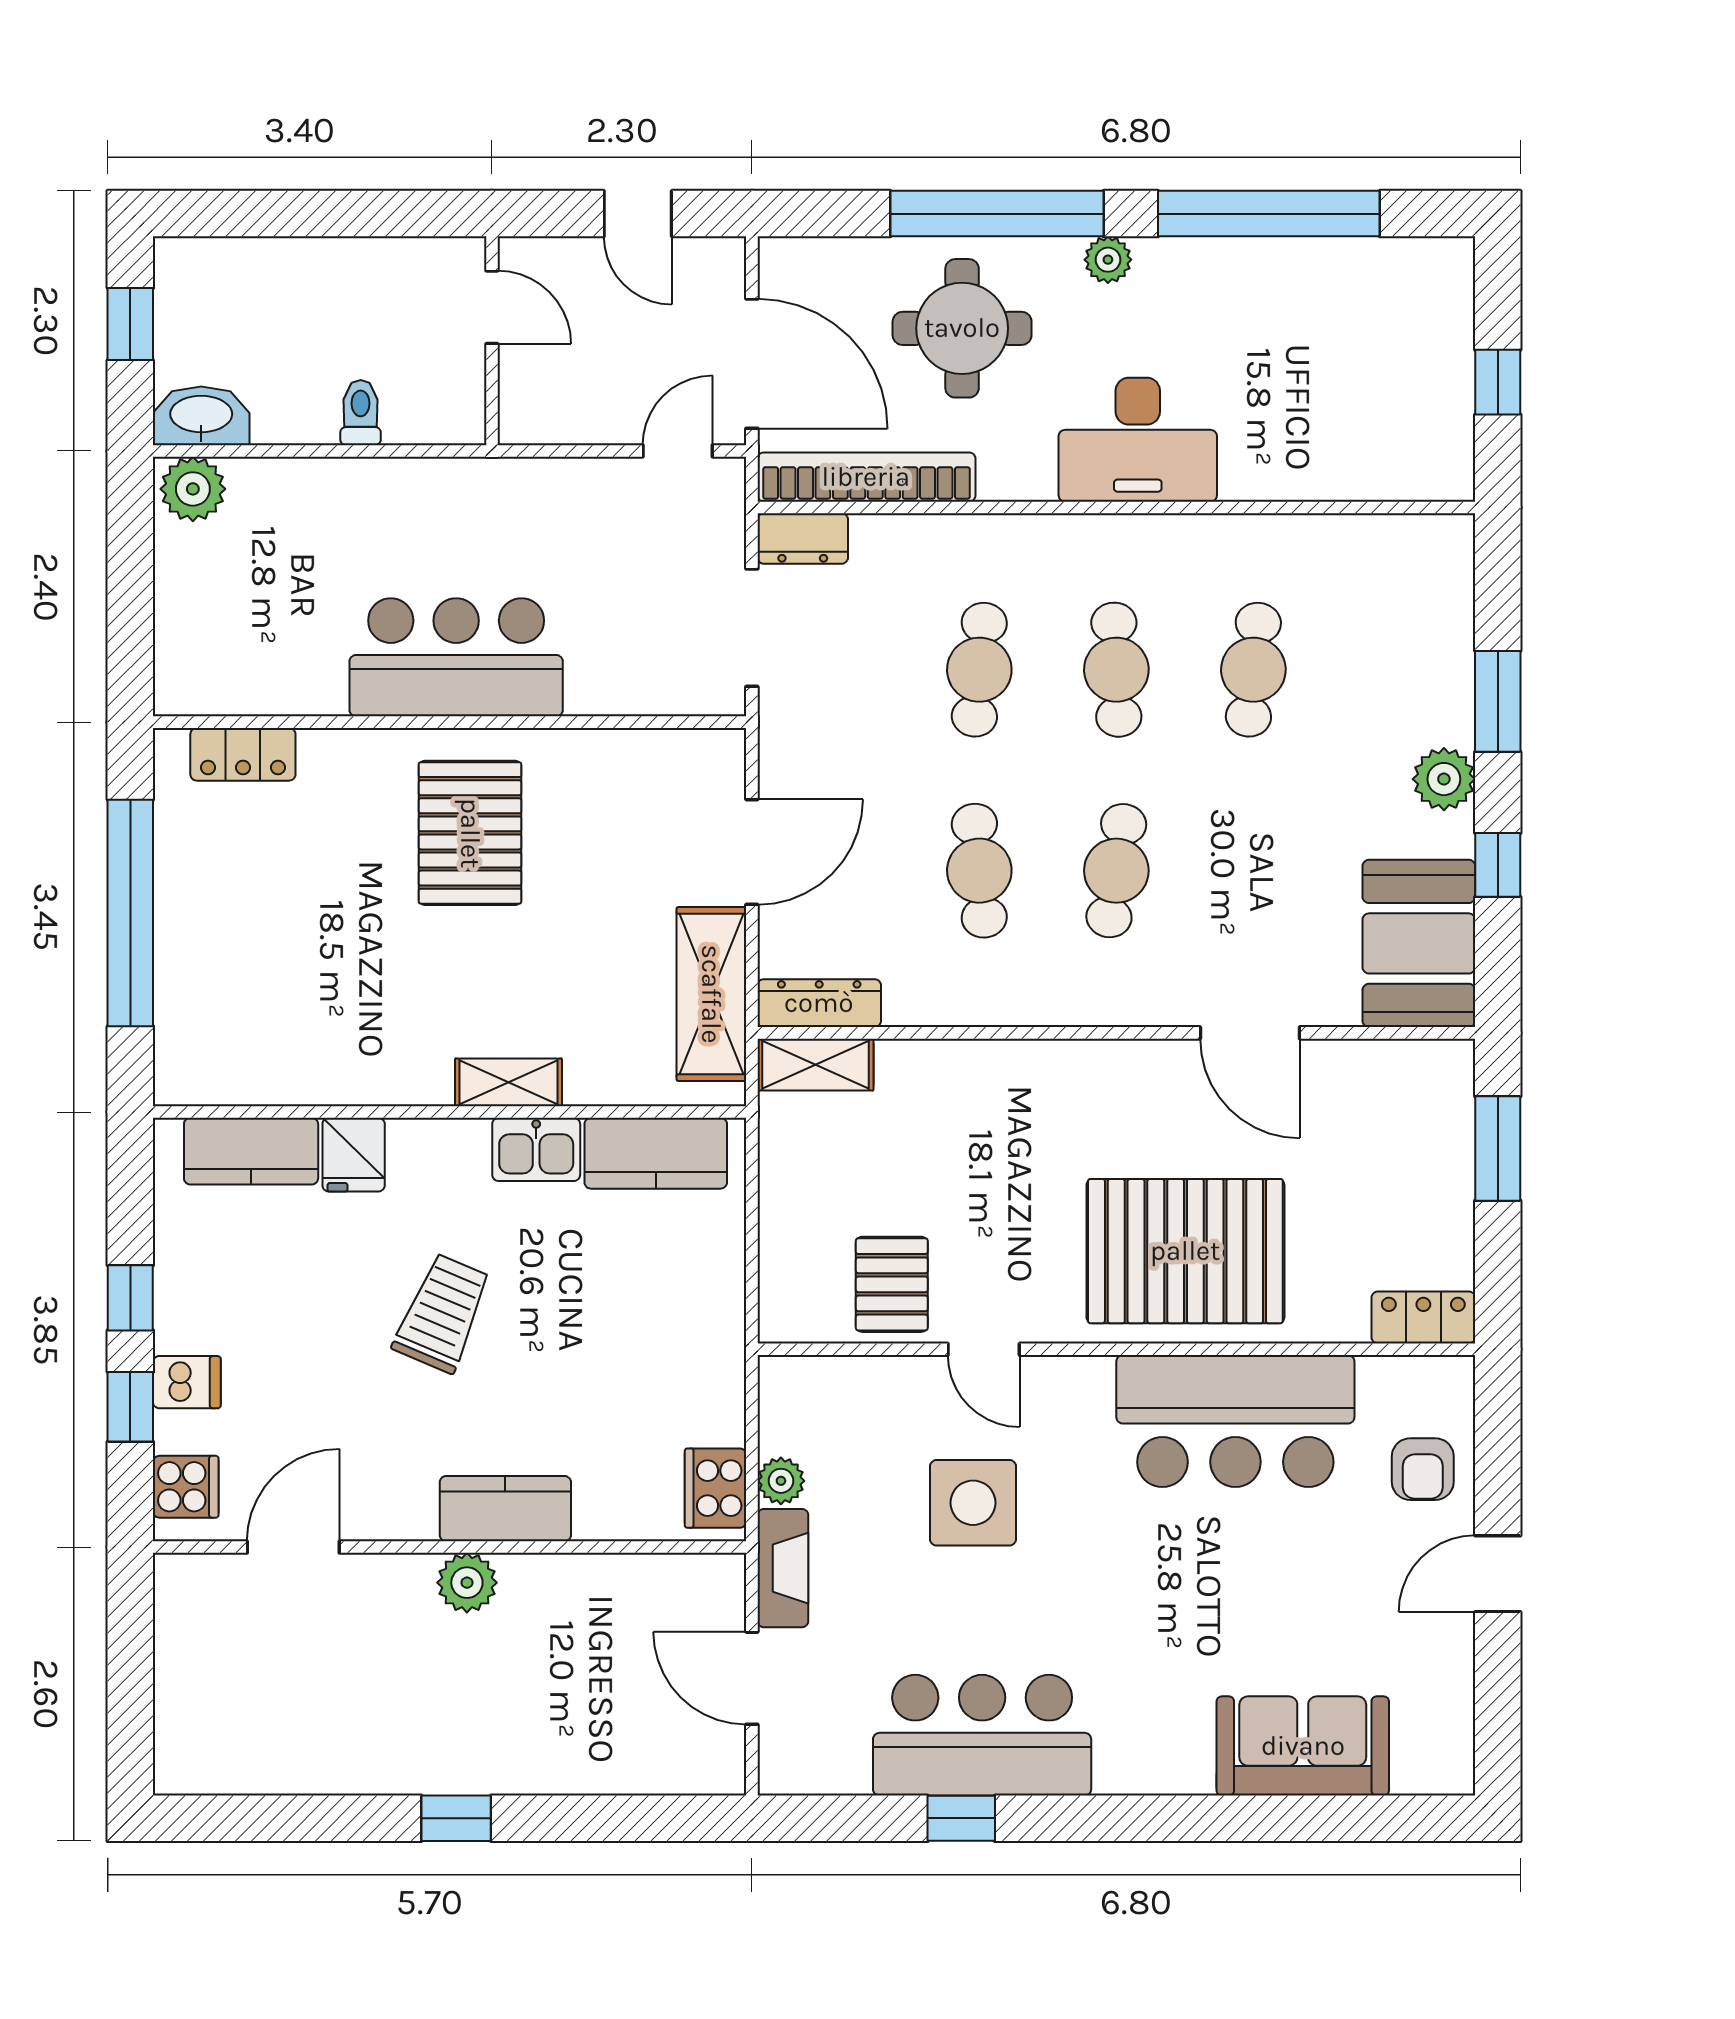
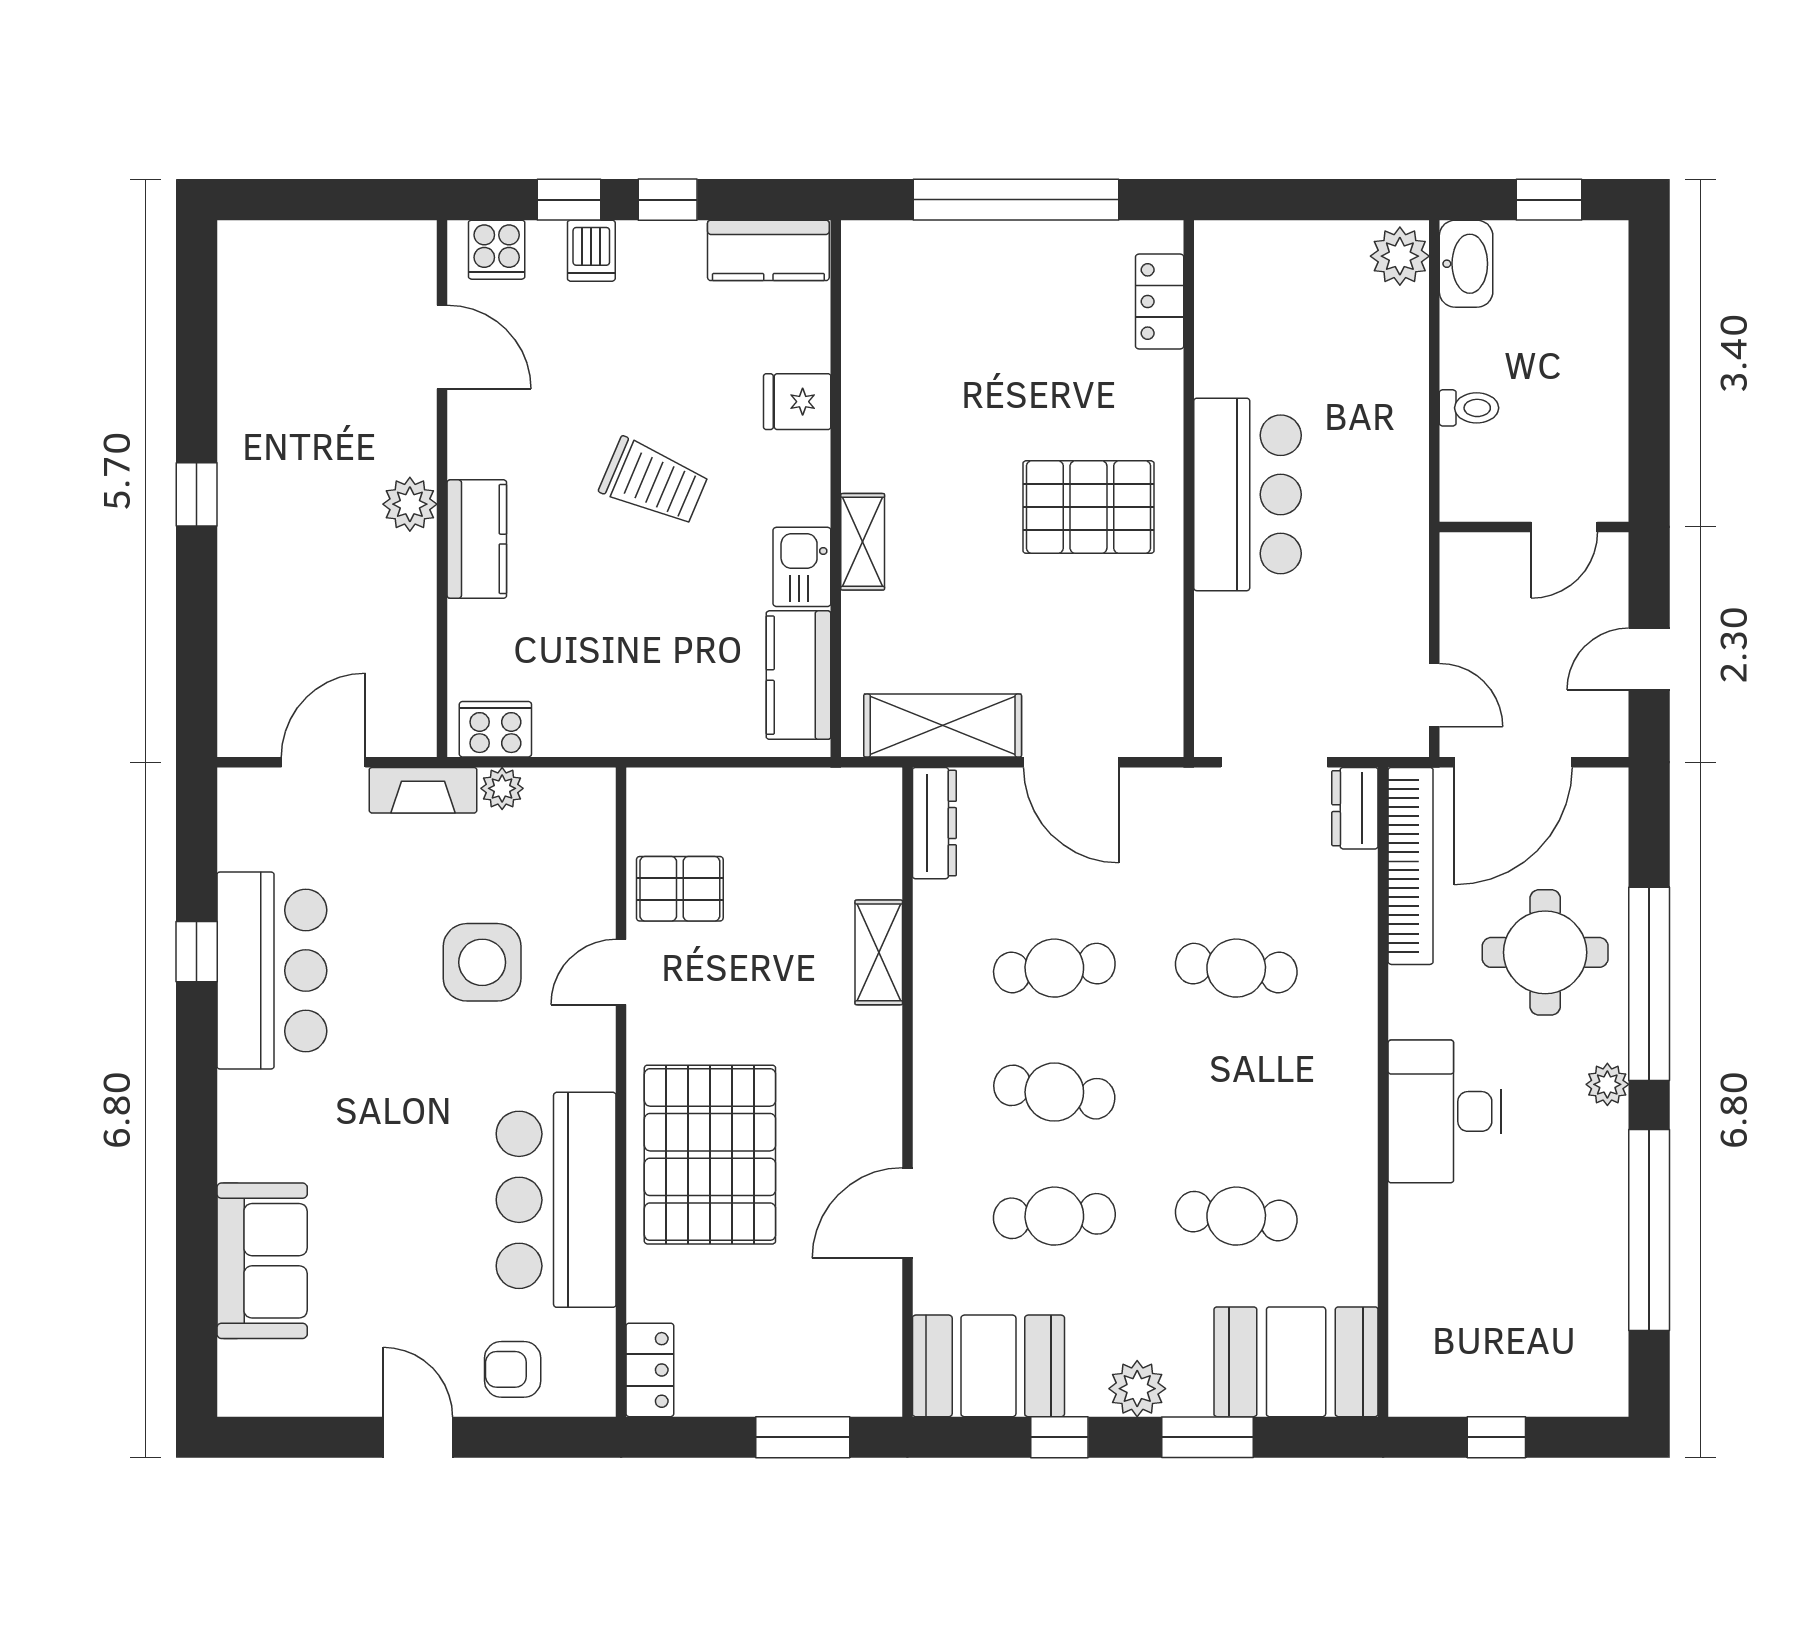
booth: (1414, 604) -> (1296, 1362), added
cafe table: (1116, 670) -> (1054, 1216), moved
shelving: (815, 1065) -> (879, 952), moved
kitchen counter: (251, 1151) -> (768, 250), moved, turned -90

